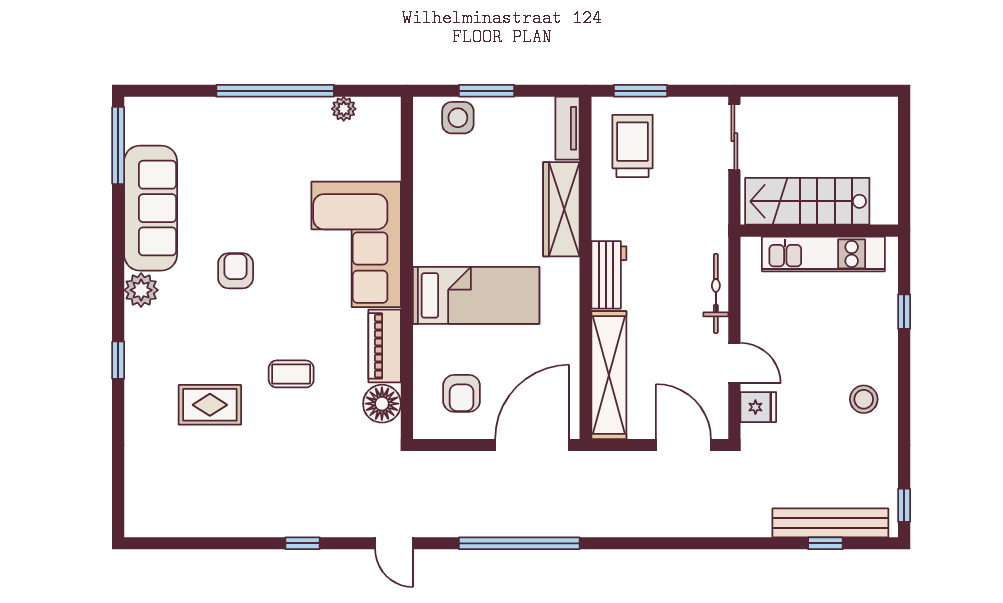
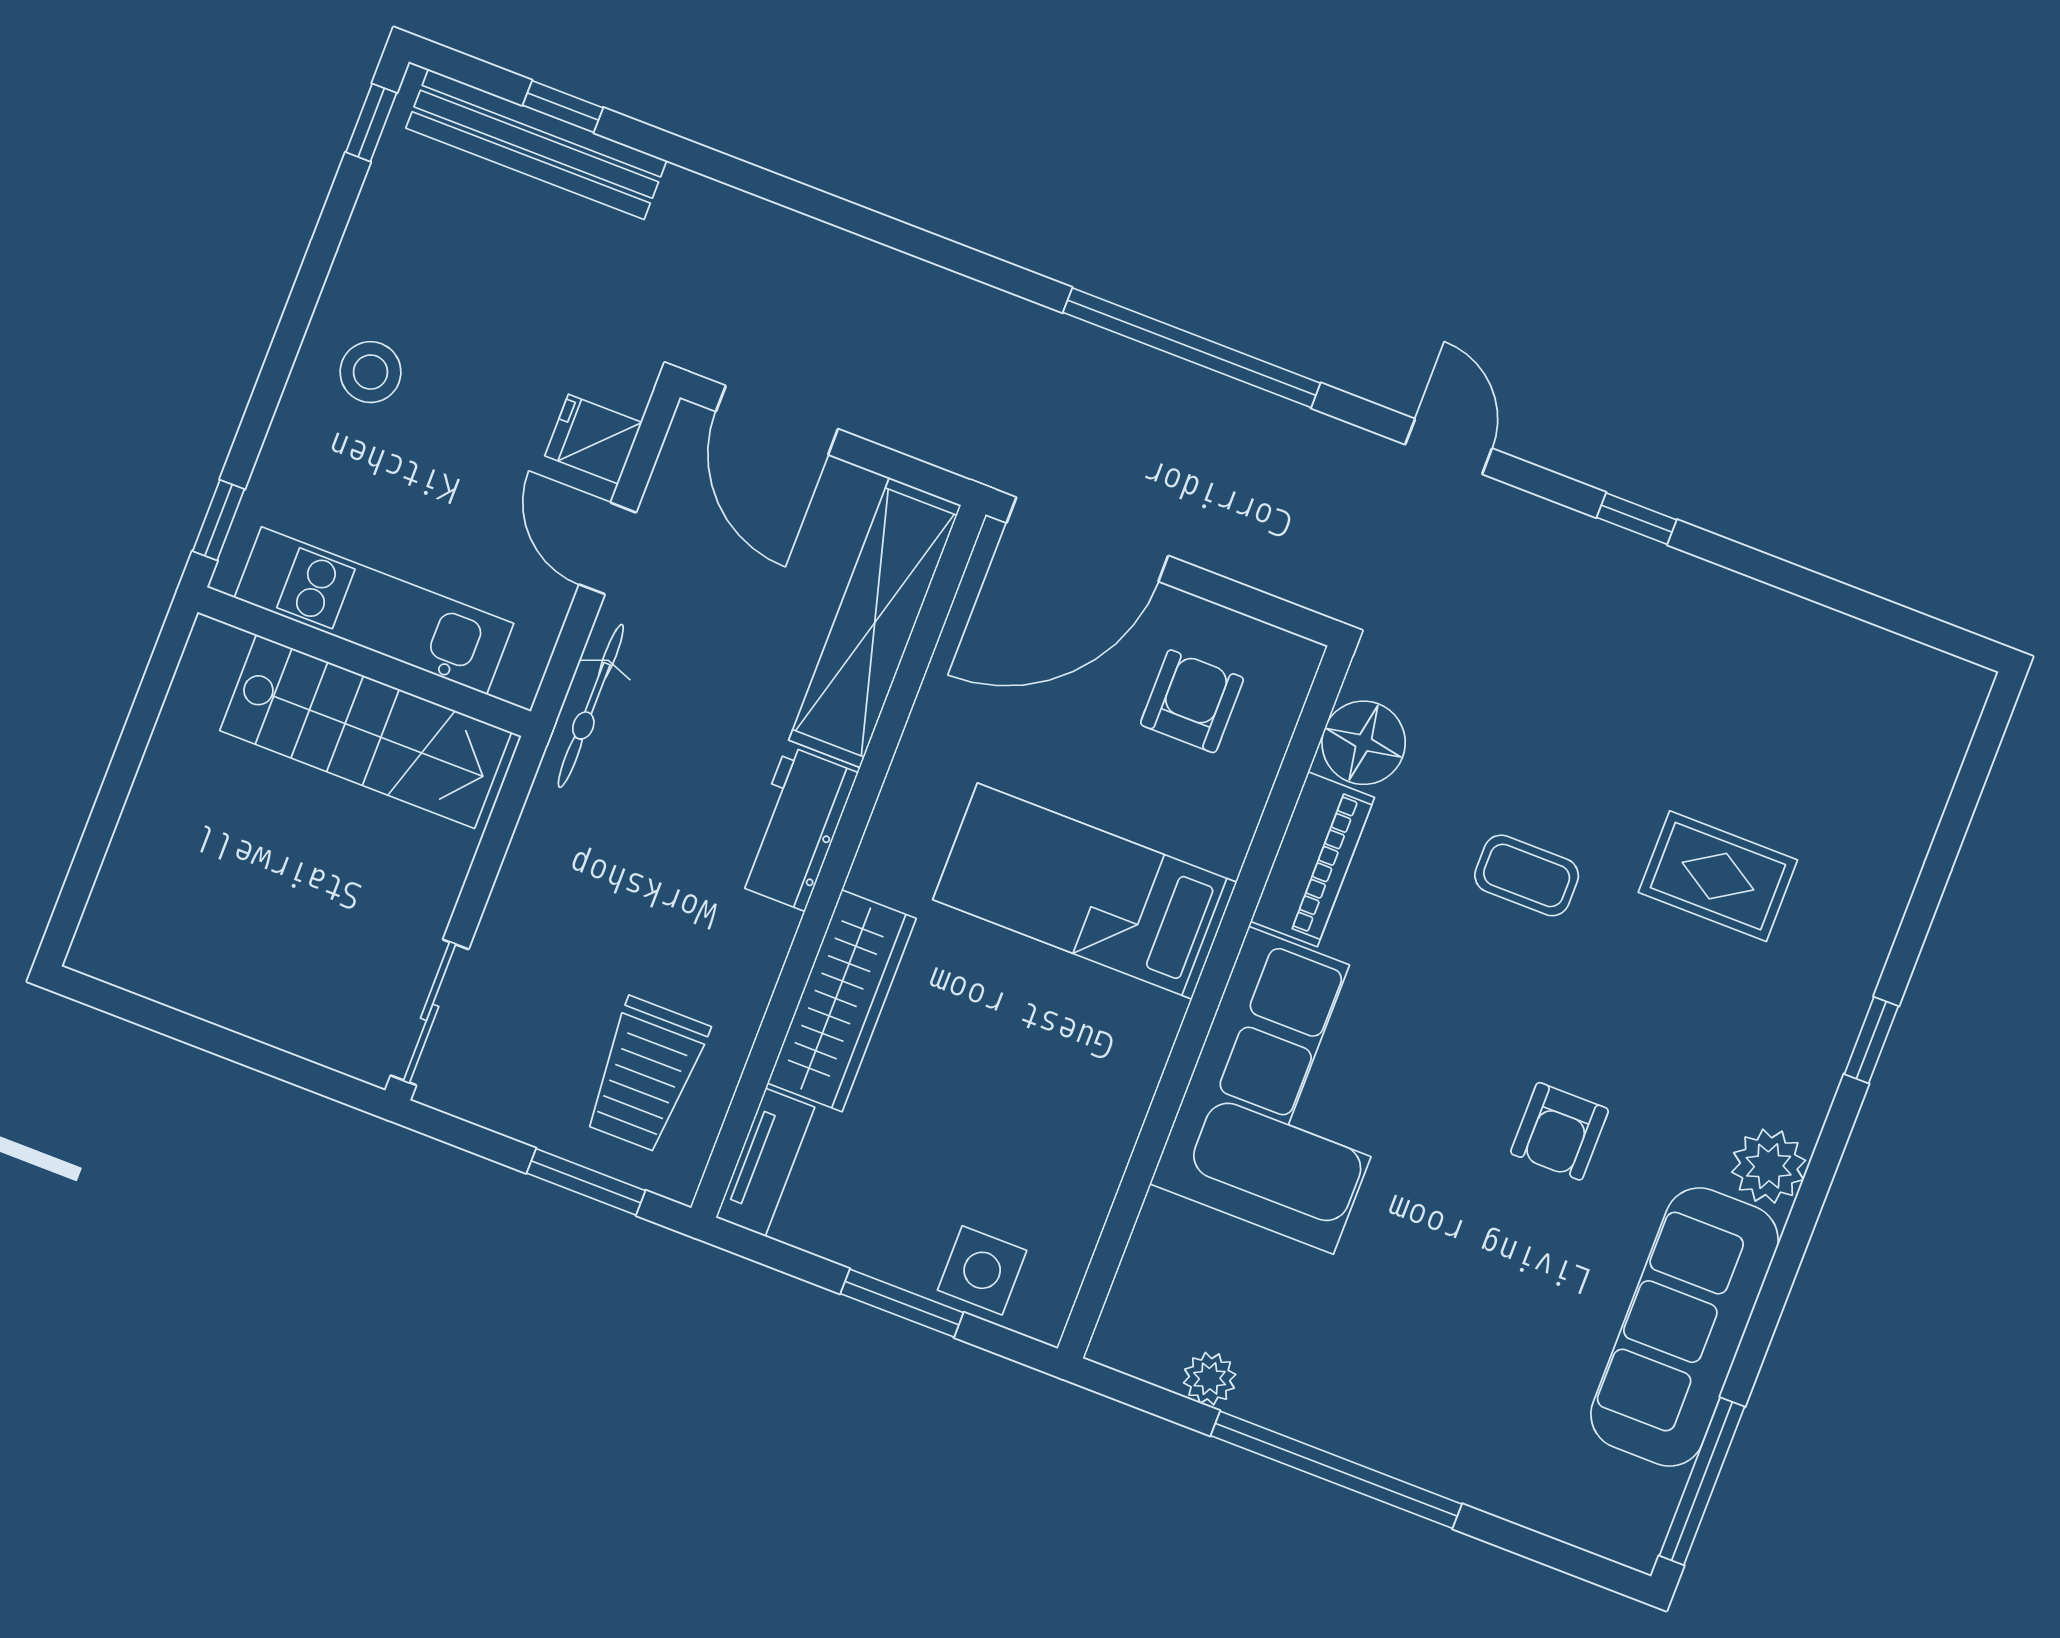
stairs: (807, 201) -> (366, 731), moved
wall: (819, 231) -> (364, 662), moved
kitchen unit: (823, 254) -> (374, 611), moved

